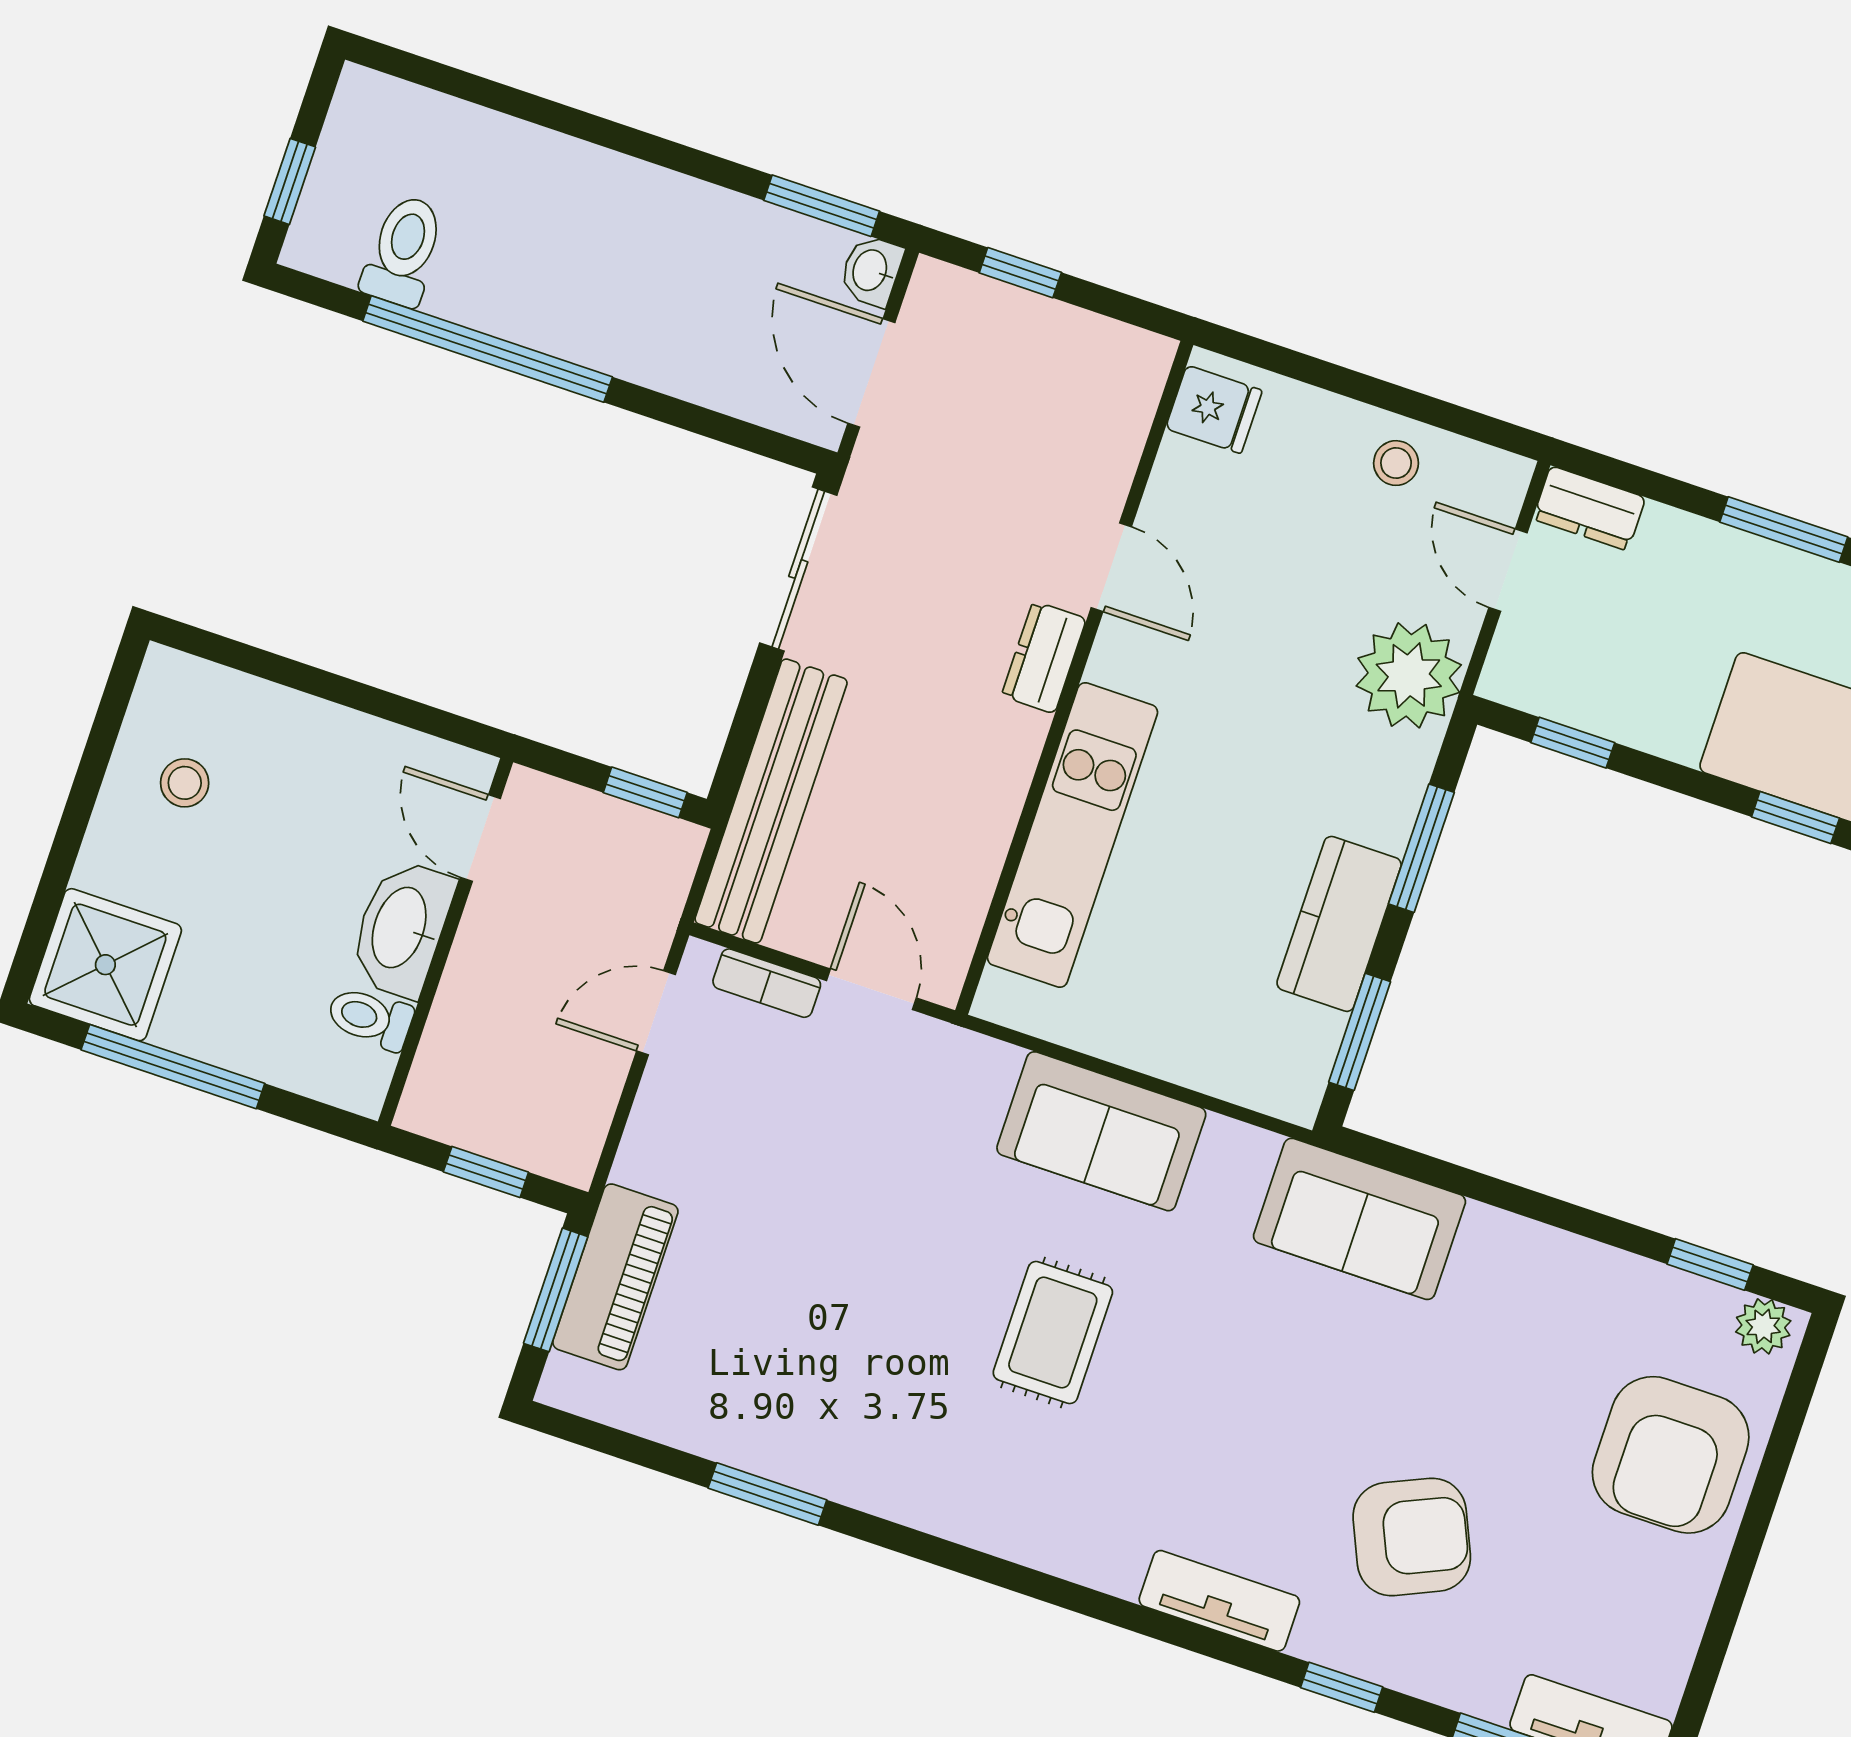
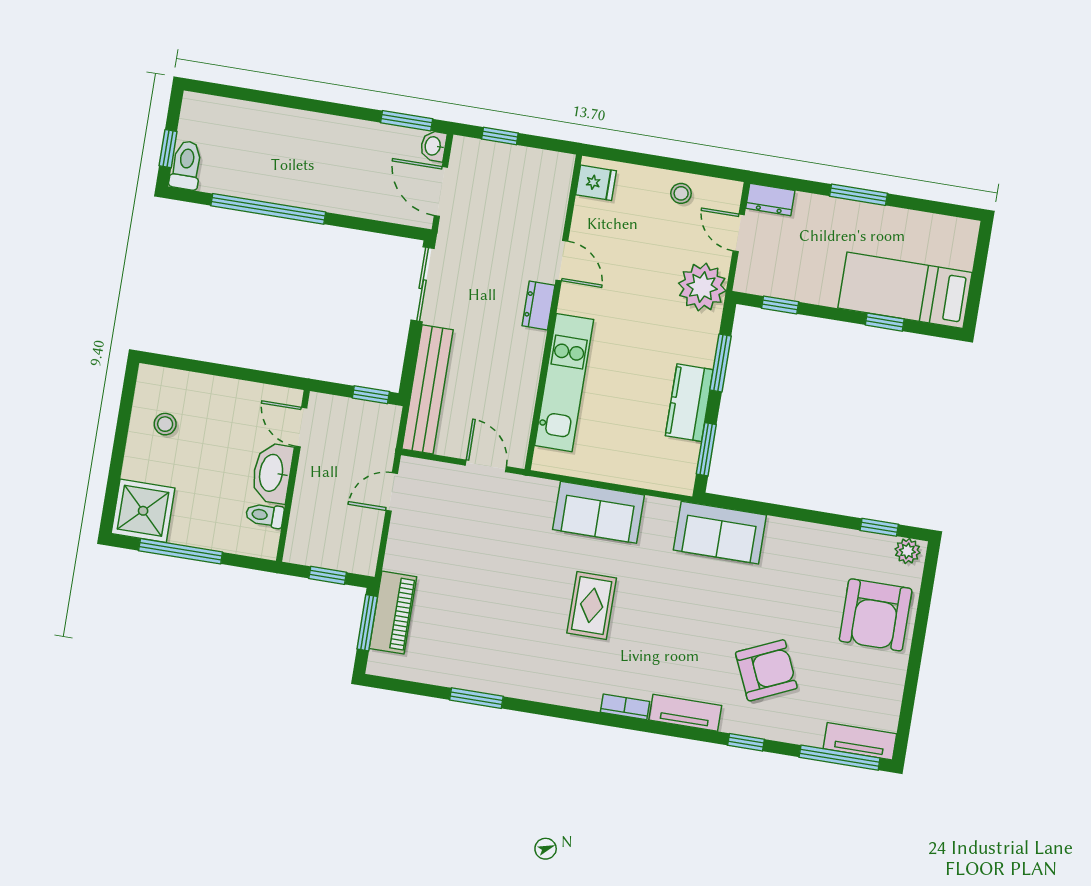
toilet: (403, 251) -> (186, 165), moved
bookcase: (767, 983) -> (625, 707), moved, turned 180

